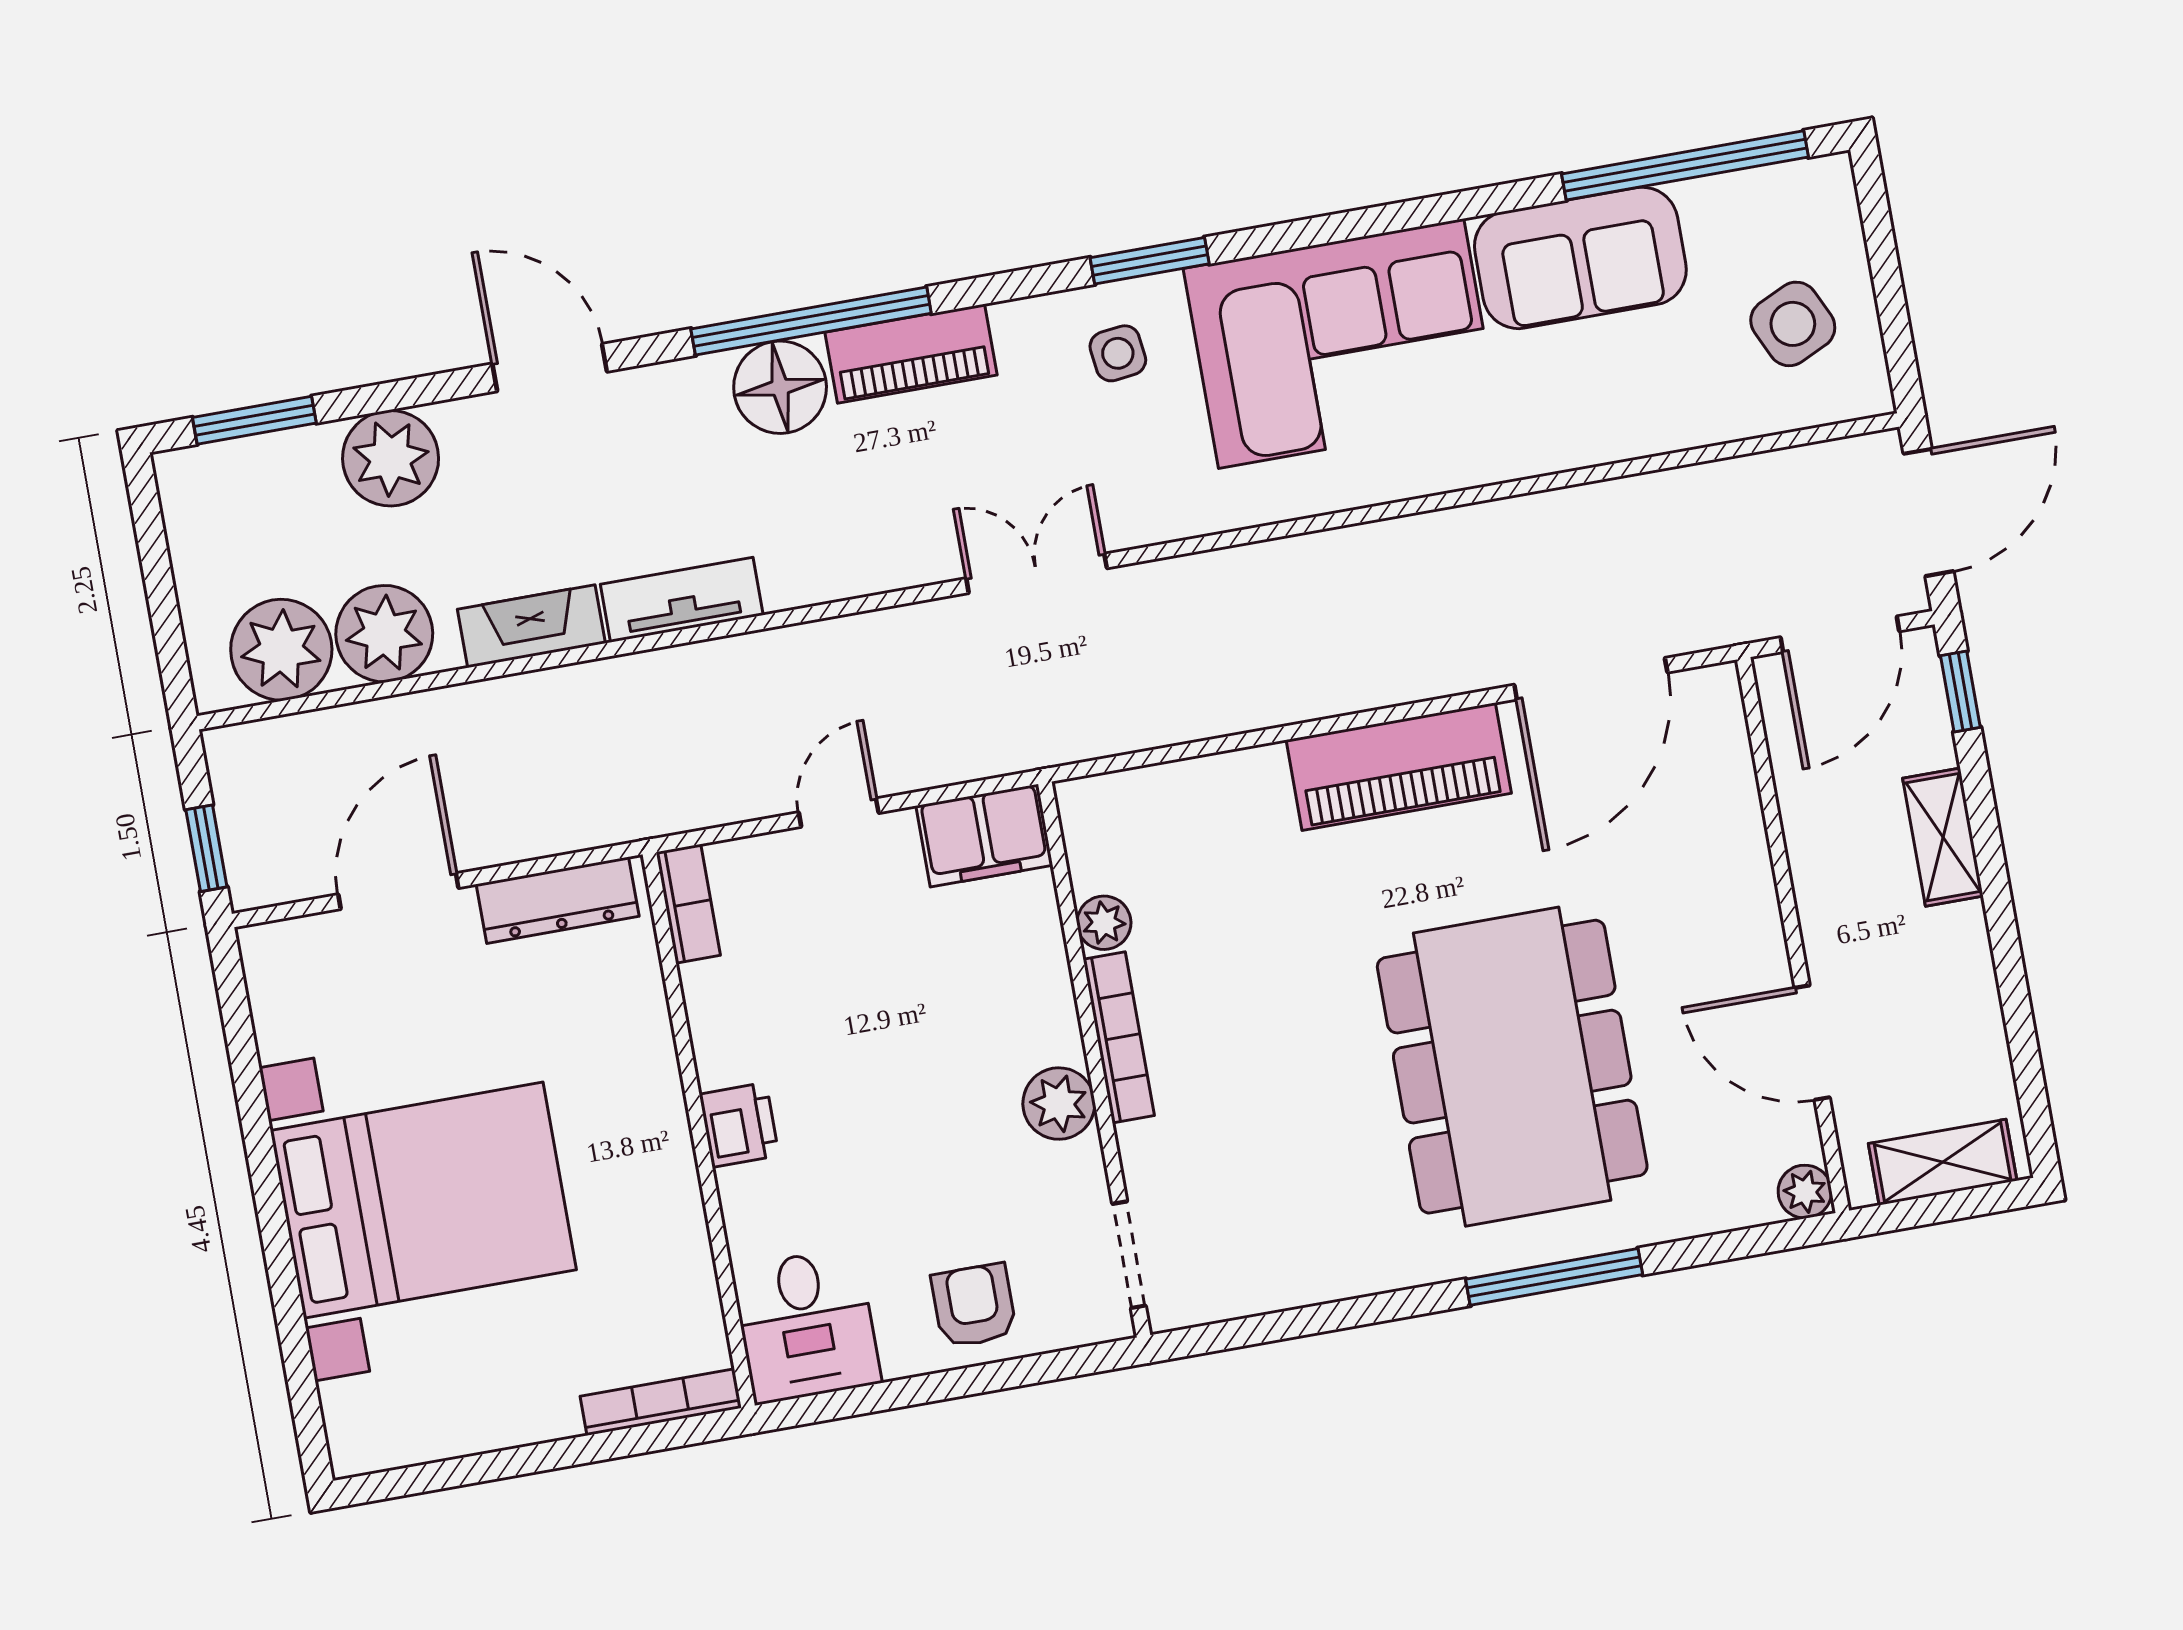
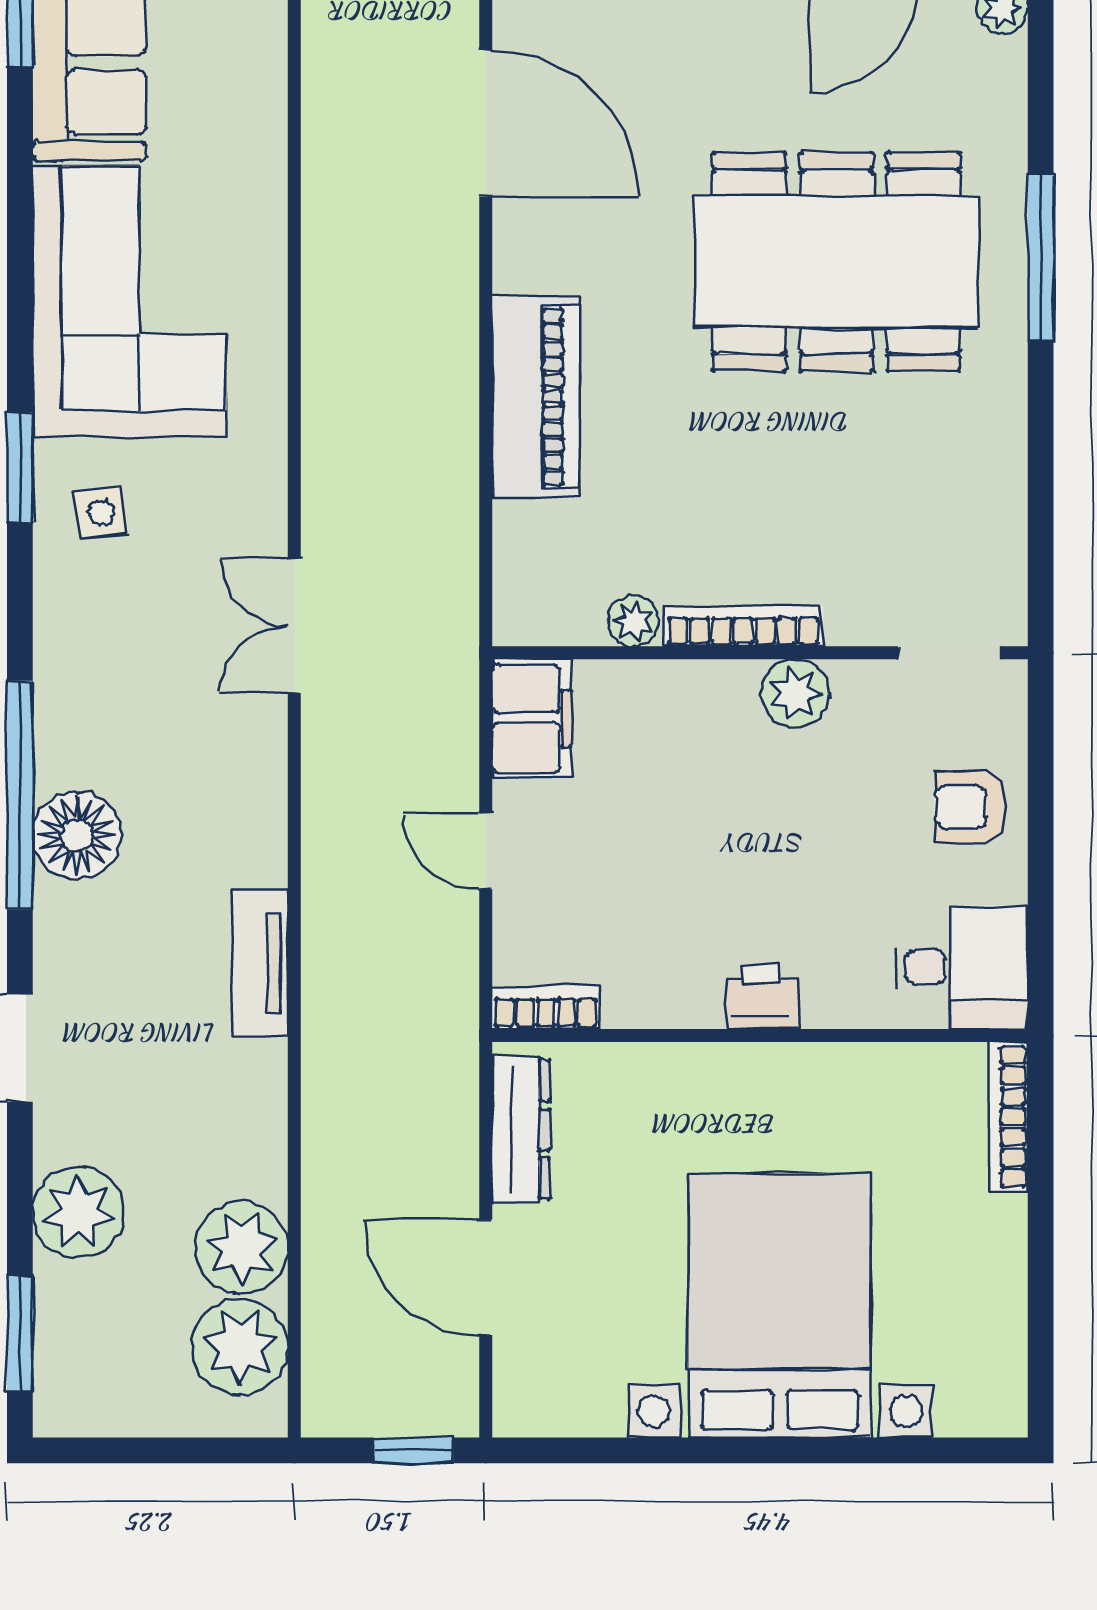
piano: (911, 354) -> (67, 707), removed
fireplace: (531, 626) -> (259, 1108), removed
piano: (1399, 767) -> (536, 397), moved

